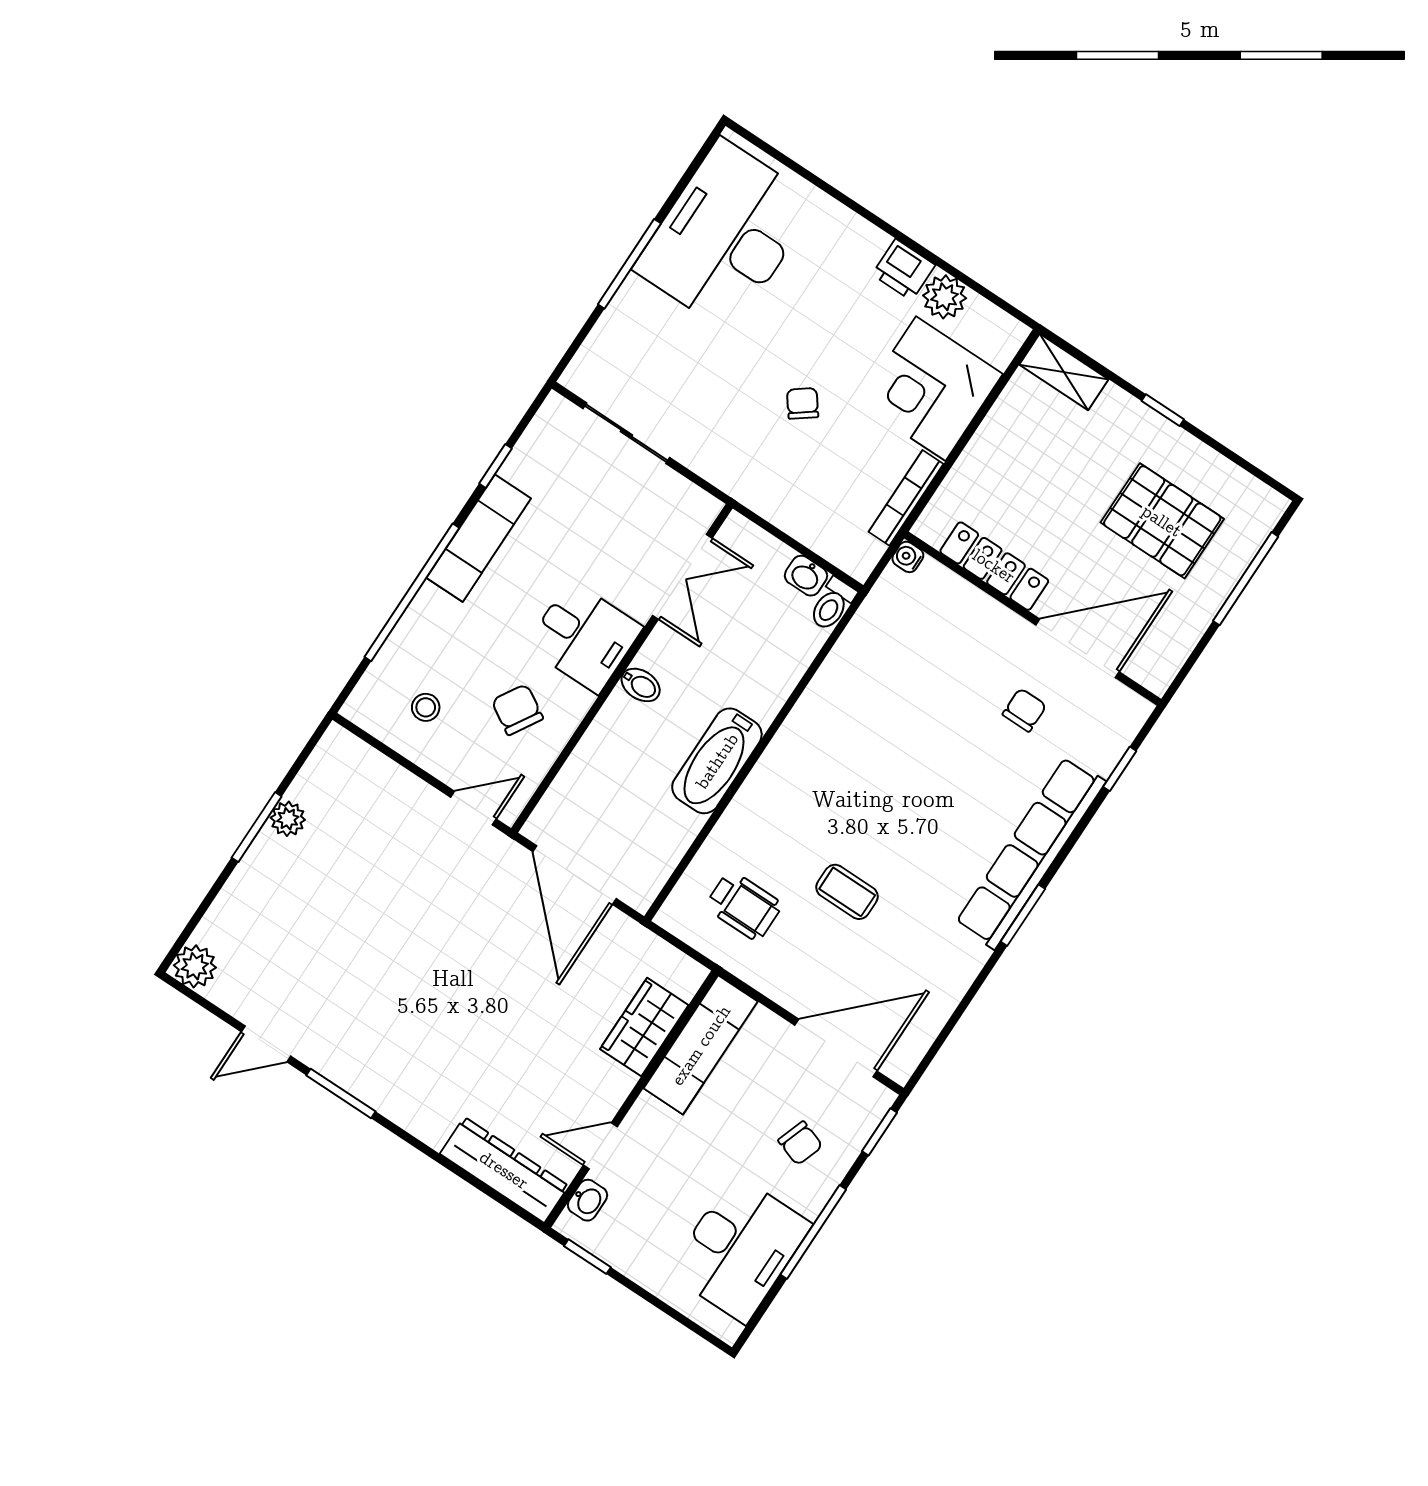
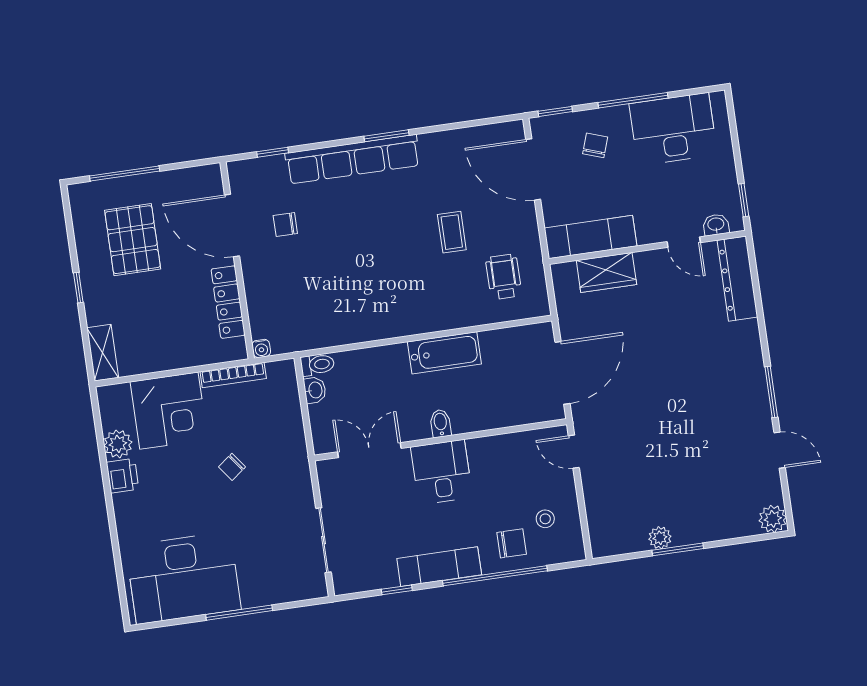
chair: (517, 710) -> (512, 543), moved, turned -121

